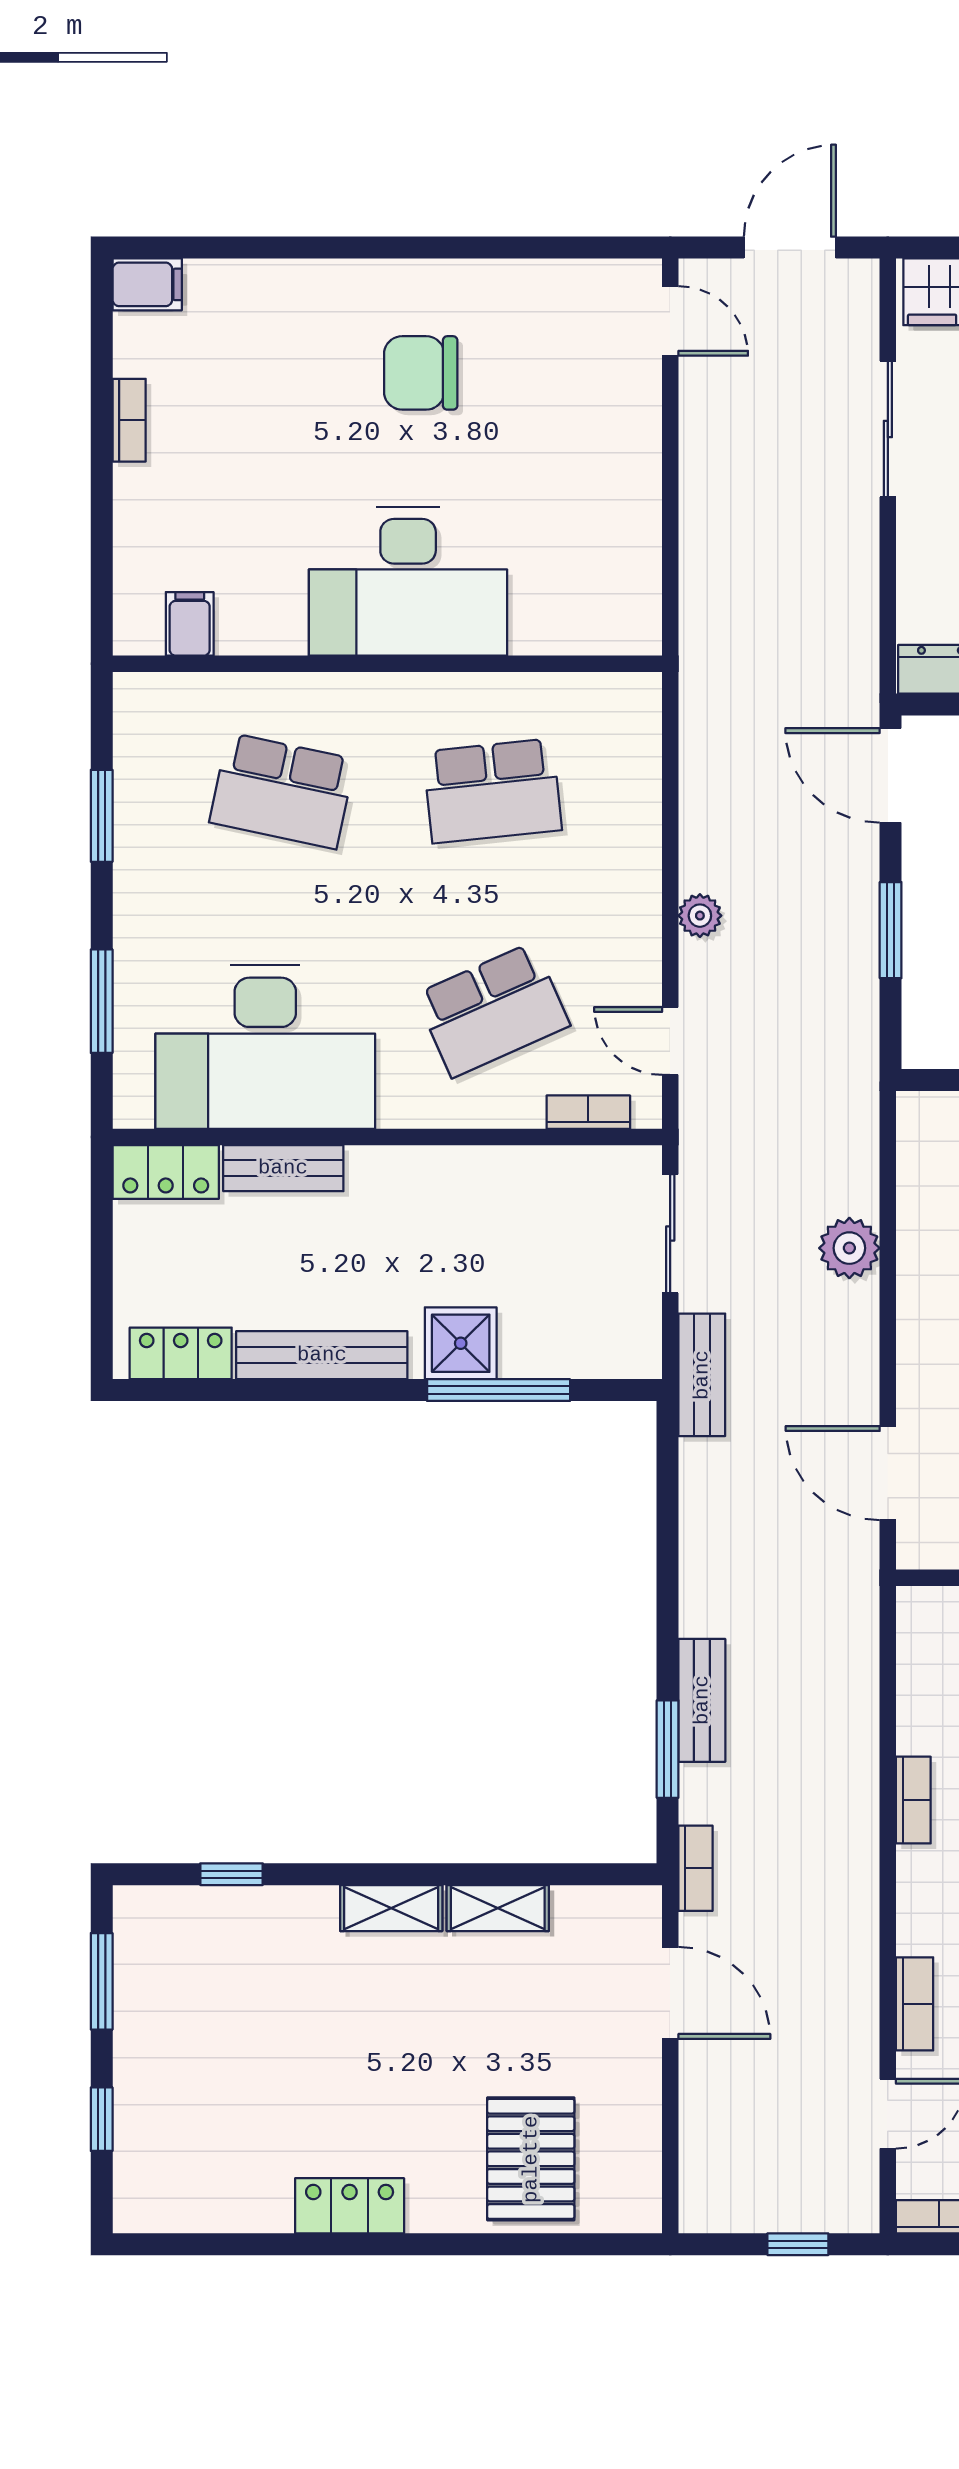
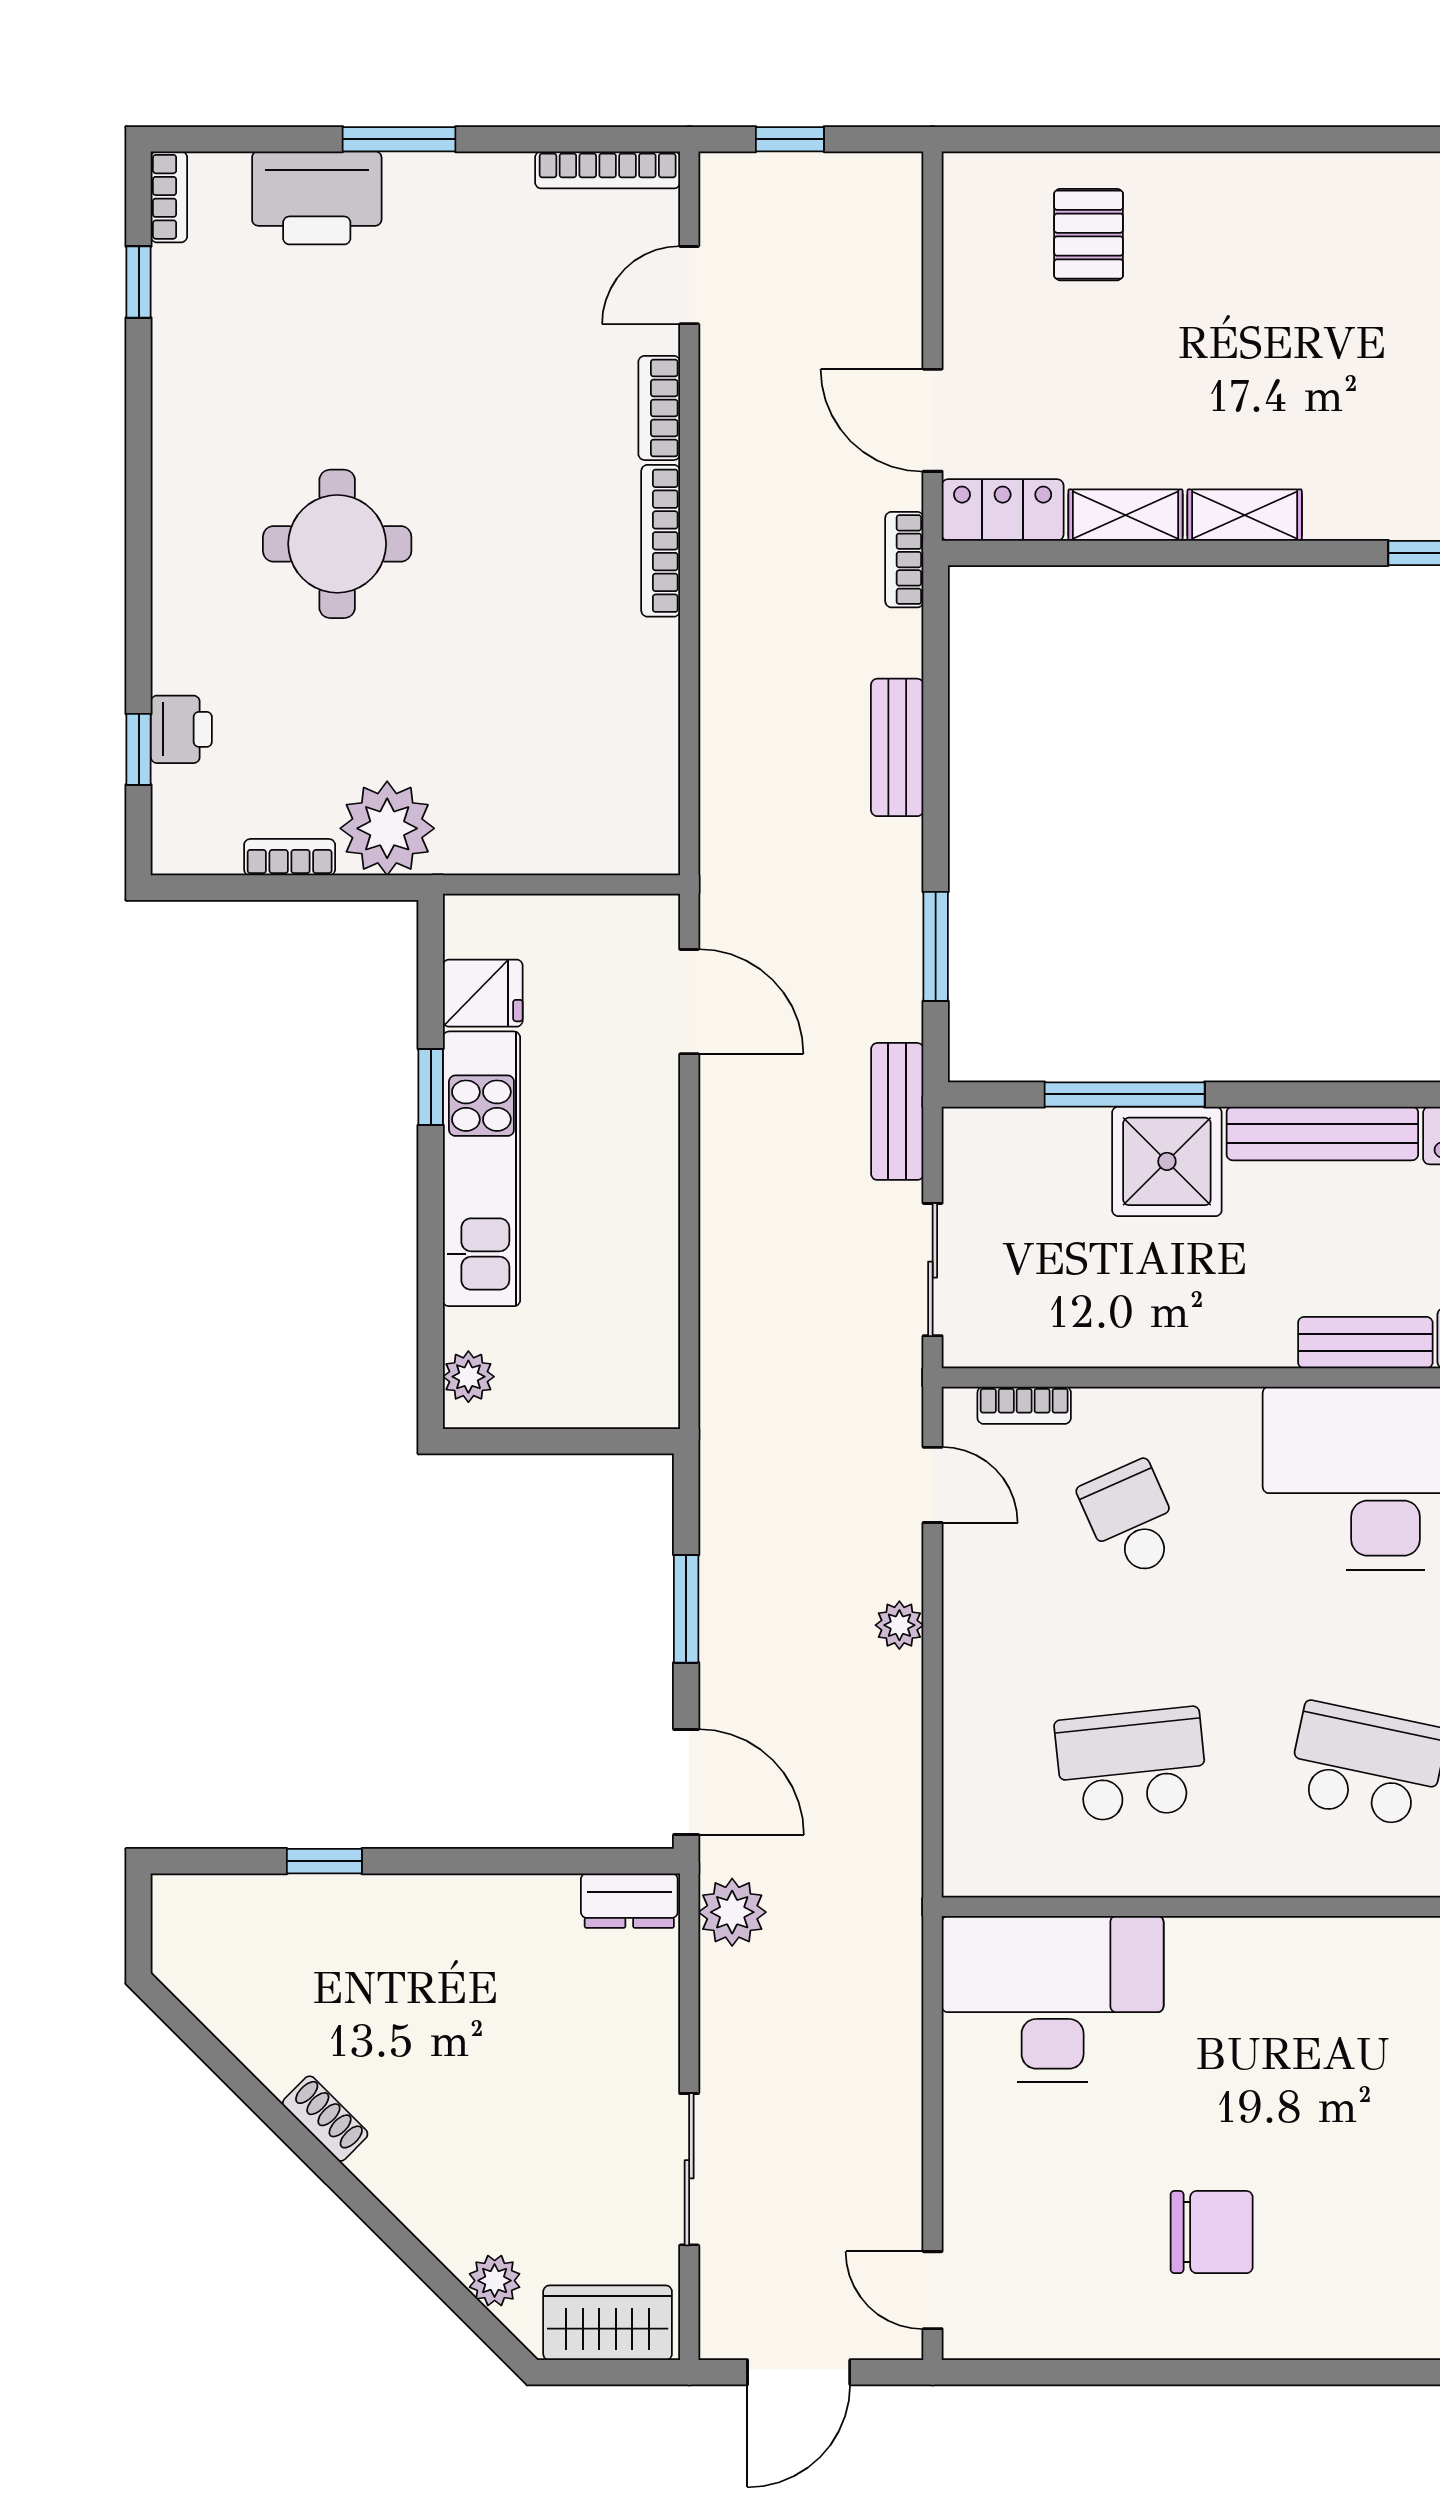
desk: (408, 581) -> (1053, 1999), moved
school desk: (492, 1010) -> (1131, 1520), width x0.54
plant: (849, 1248) -> (732, 1912), moved
shower: (461, 1343) -> (1167, 1161), width x1.36, depth x1.36
window: (668, 1749) -> (936, 946), moved
bookcase: (913, 1800) -> (661, 541), moved, width x1.56
pallet: (531, 2159) -> (1089, 235), width x0.67, depth x0.71
locker: (350, 2206) -> (1003, 510), moved, turned 180

